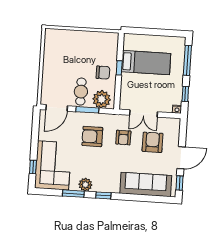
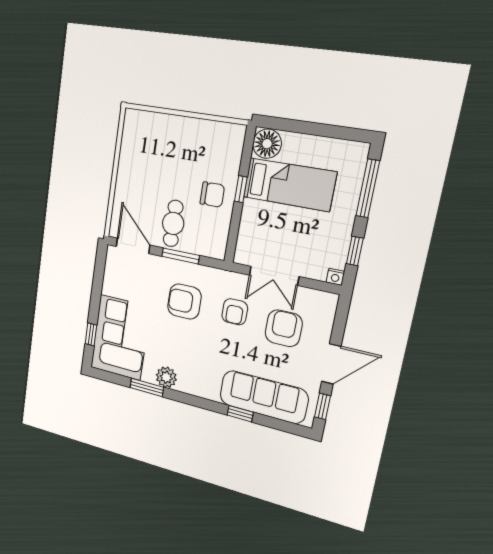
floor lamp: (131, 42) -> (267, 144), added
plant: (102, 99) -> (205, 241), removed
door: (57, 108) -> (133, 246), swing flipped
window: (103, 195) -> (240, 414), moved

